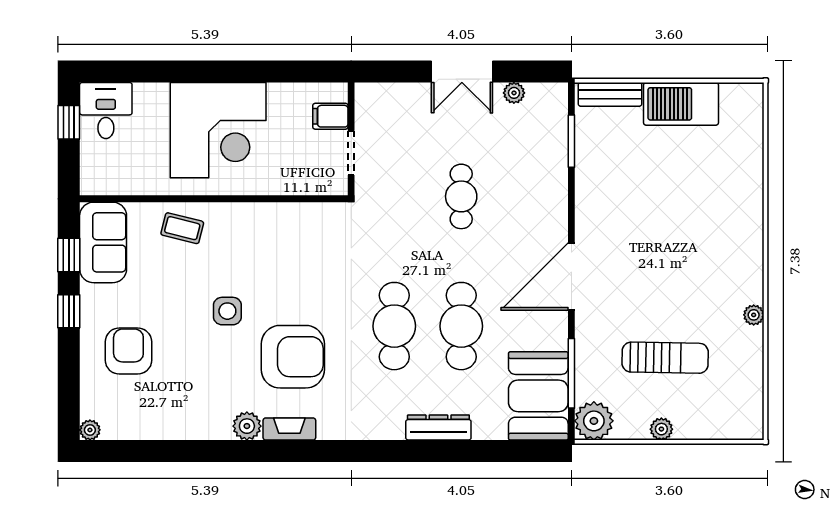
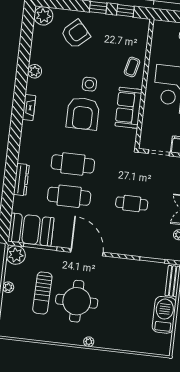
sofa: (103, 242) -> (129, 108), moved, turned 90
round table: (674, 286) -> (77, 301), added
plant: (754, 315) -> (89, 342), moved
armchair: (128, 351) -> (76, 34), turned -42
armchair: (293, 357) -> (83, 114), moved
plant: (247, 426) -> (35, 71), moved
plant: (90, 430) -> (43, 16), width x1.88, depth x1.88

